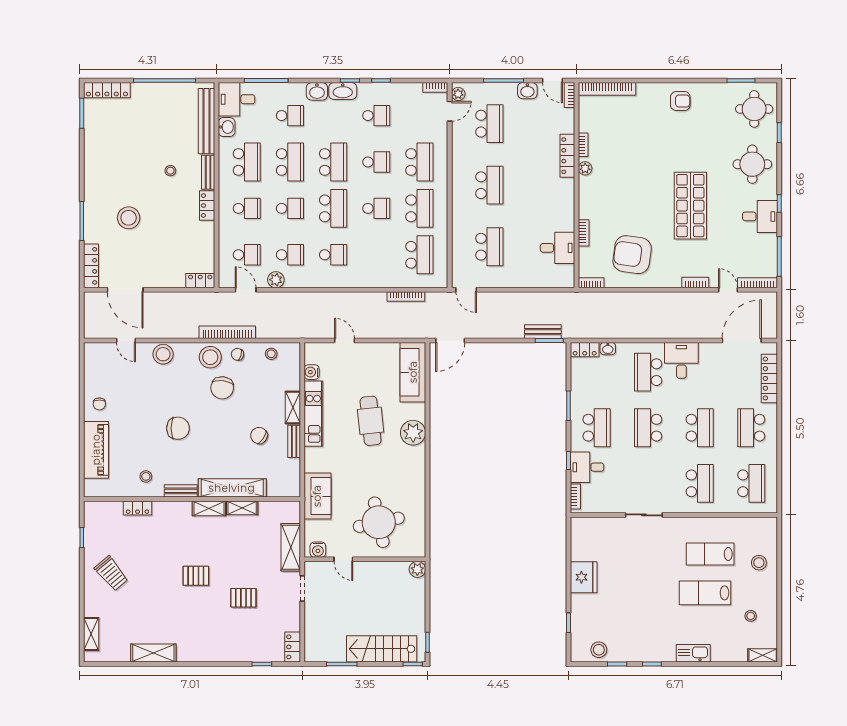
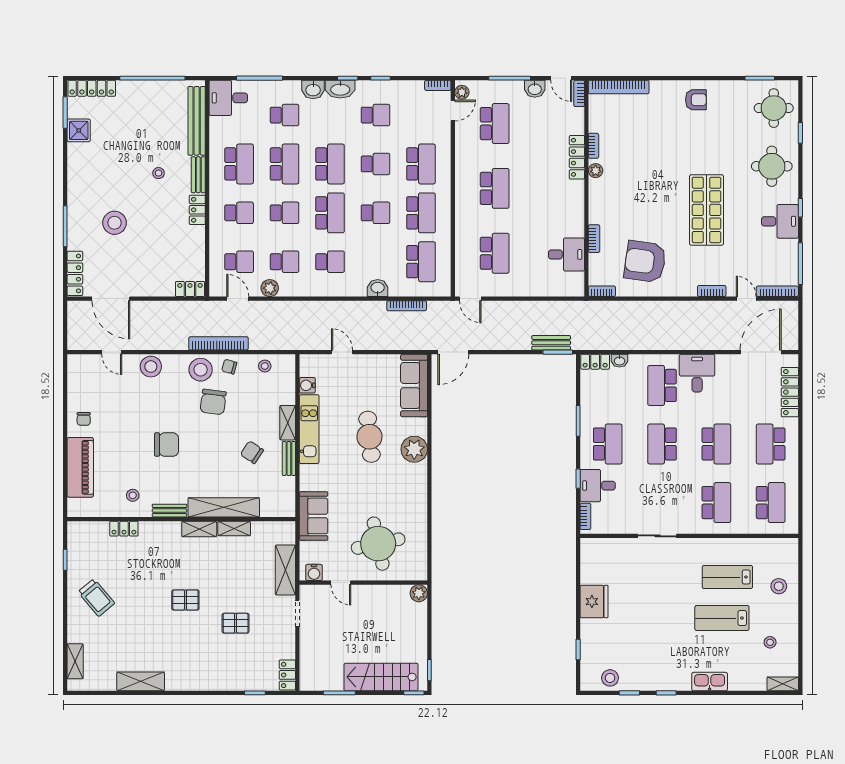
washbasin: (227, 127) -> (378, 288), moved, turned -90
shower: (95, 130) -> (79, 130), added

